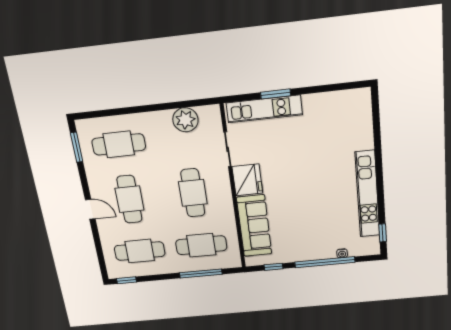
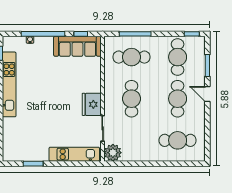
window: (276, 94) -> (33, 164), moved
plant: (185, 120) -> (113, 153), moved
window: (77, 147) -> (207, 65), moved
sofa: (254, 226) -> (77, 46), moved, turned -90
cafe table: (140, 251) -> (178, 57), turned 90

